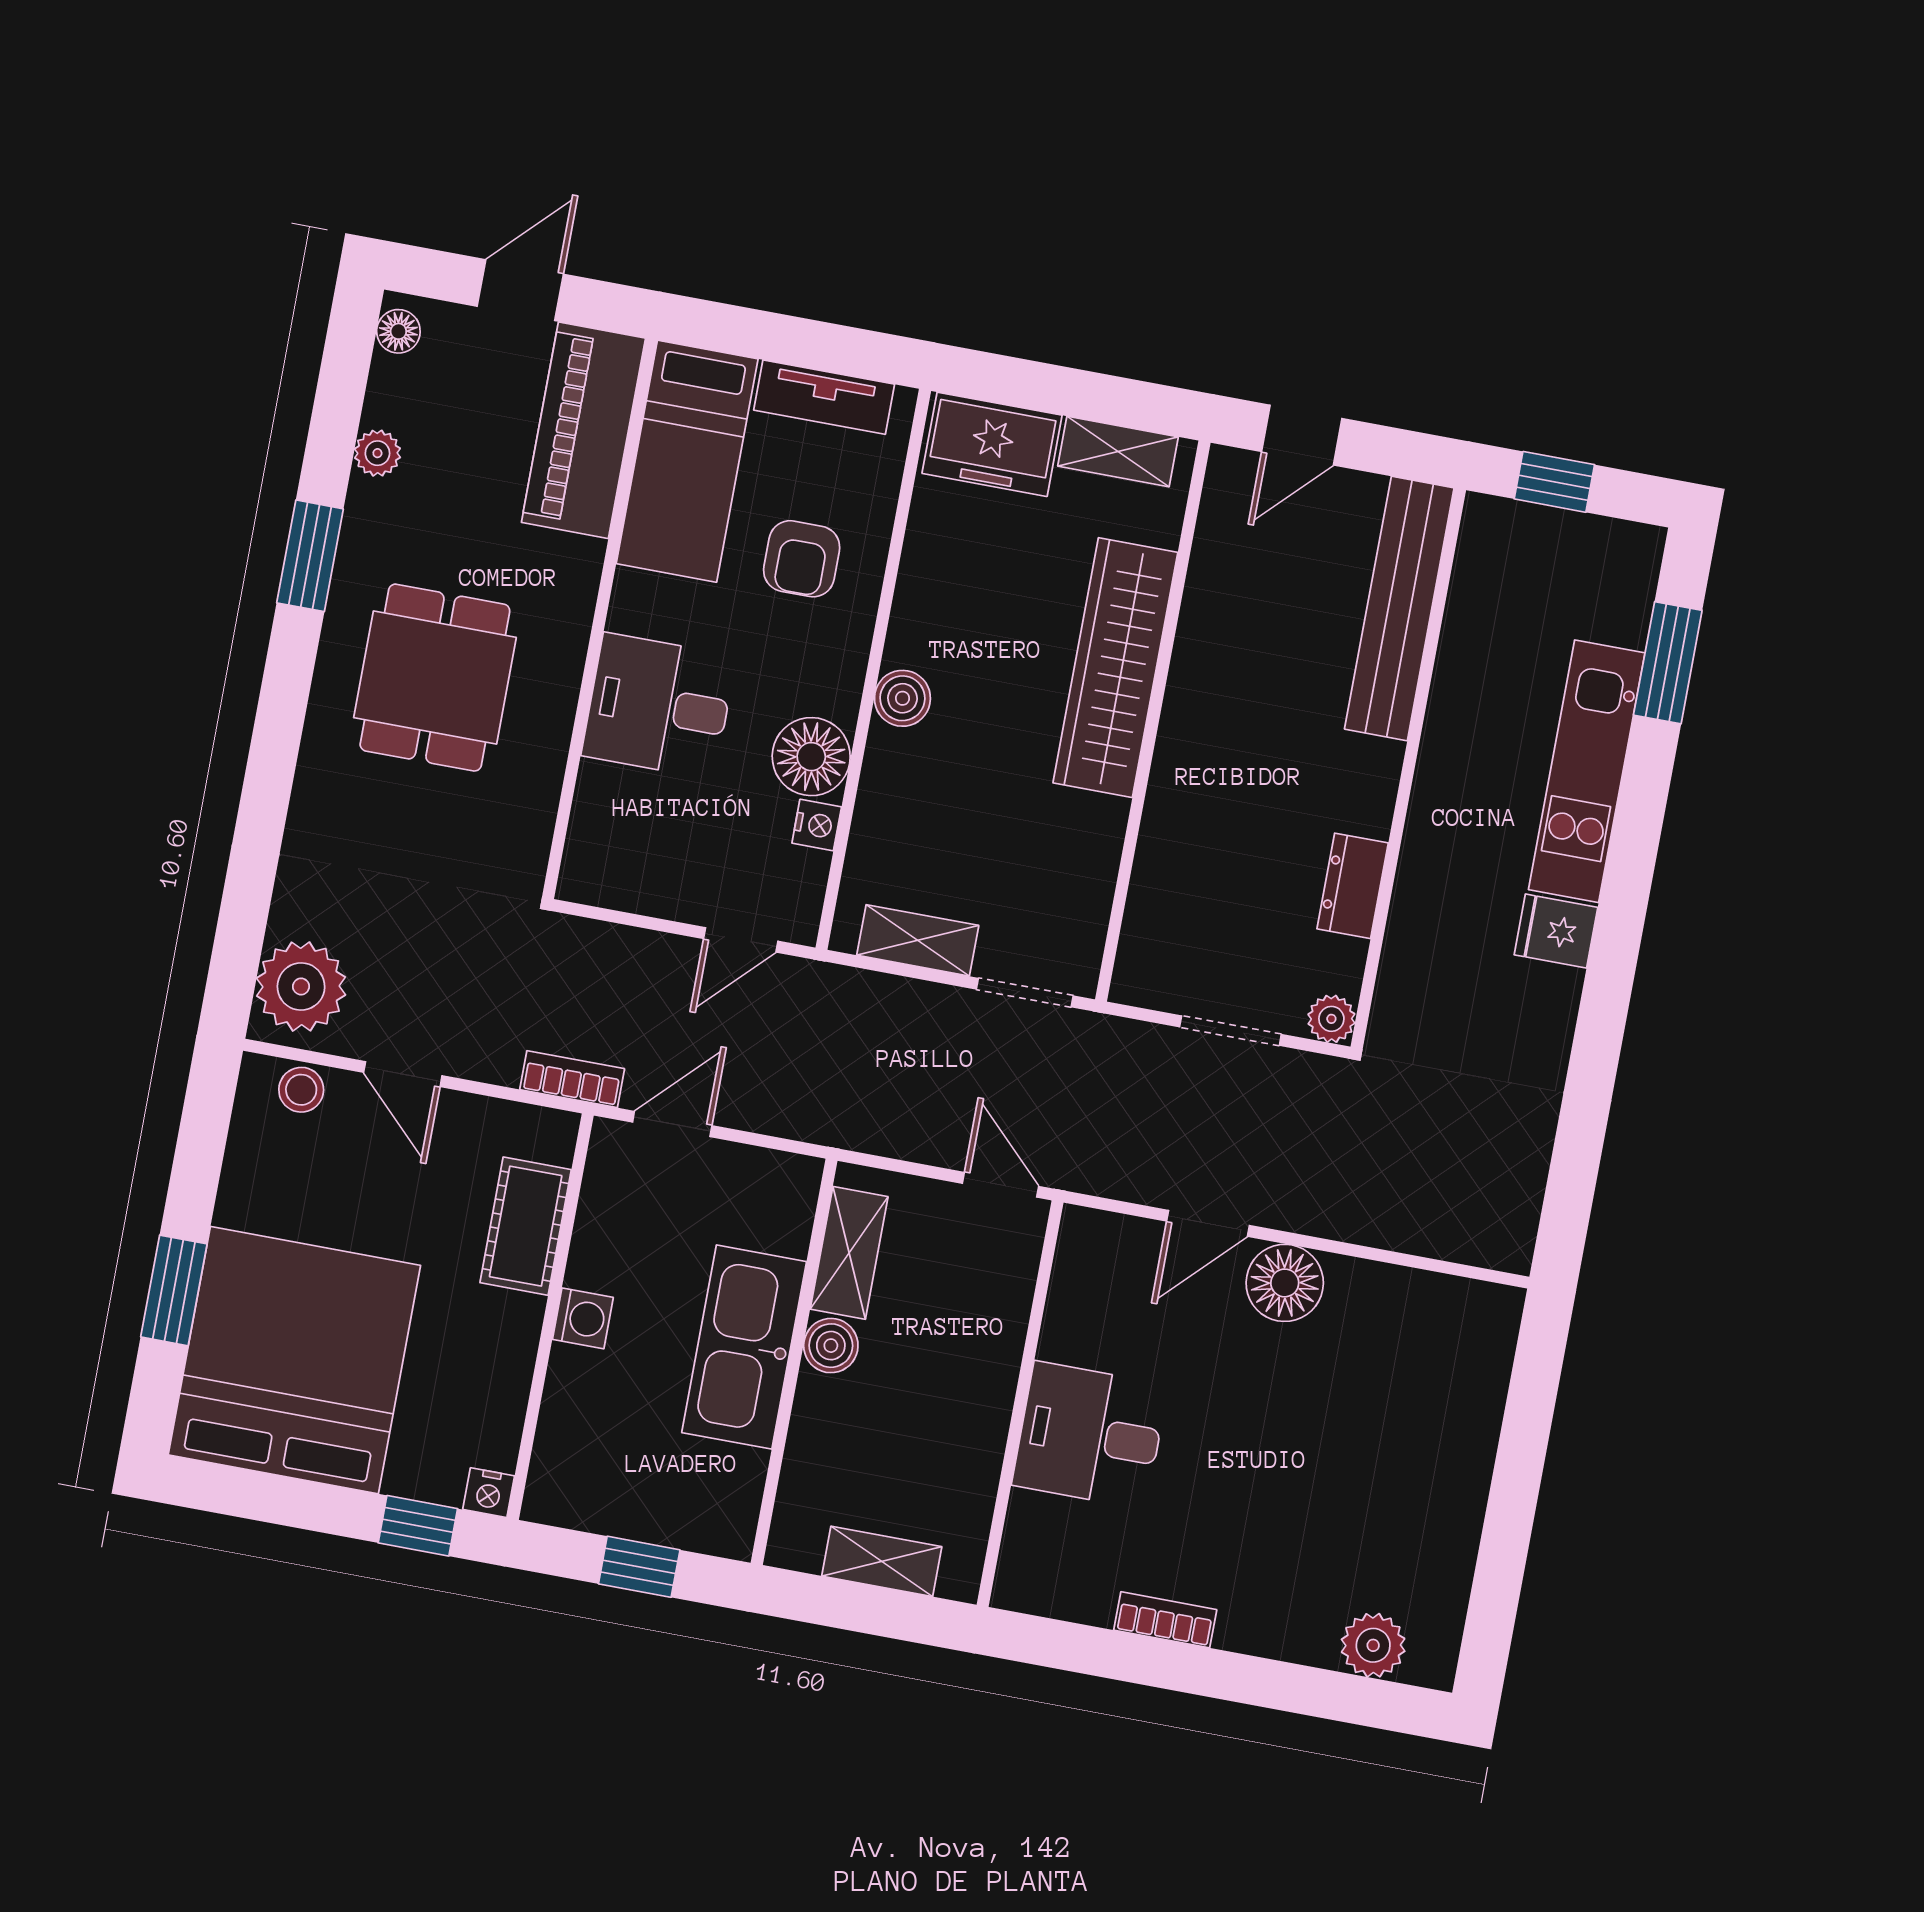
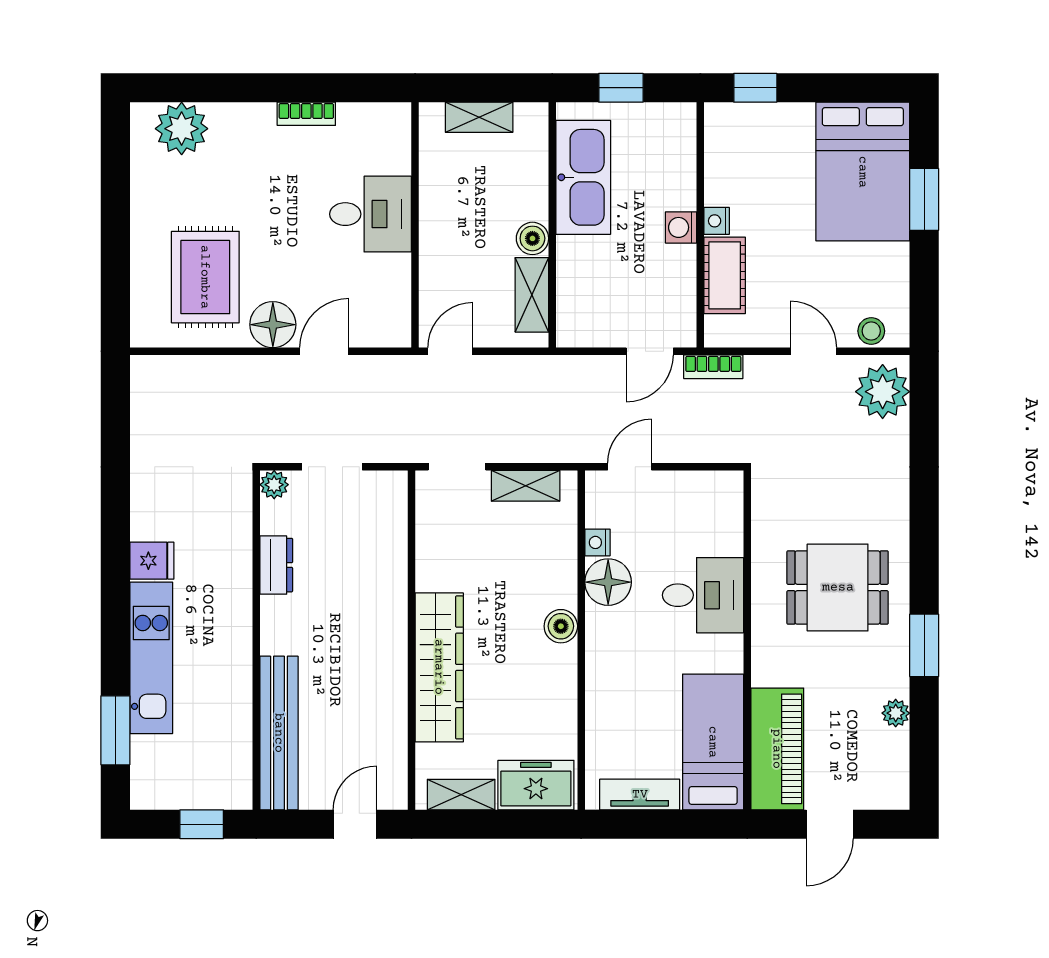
floor lamp: (398, 331) -> (897, 787), removed
armchair: (802, 559) -> (635, 697), removed
dining table: (435, 678) -> (838, 587), turned 90
door: (1001, 1185) -> (450, 351), swing flipped
kitchen sink: (744, 1347) -> (583, 177), moved
bed: (294, 1360) -> (863, 172), width x0.73
rug: (1381, 1382) -> (205, 277), added
nightstand: (489, 1493) -> (717, 221), moved, turned -90
plant: (1373, 1645) -> (182, 129), width x1.36, depth x1.36

